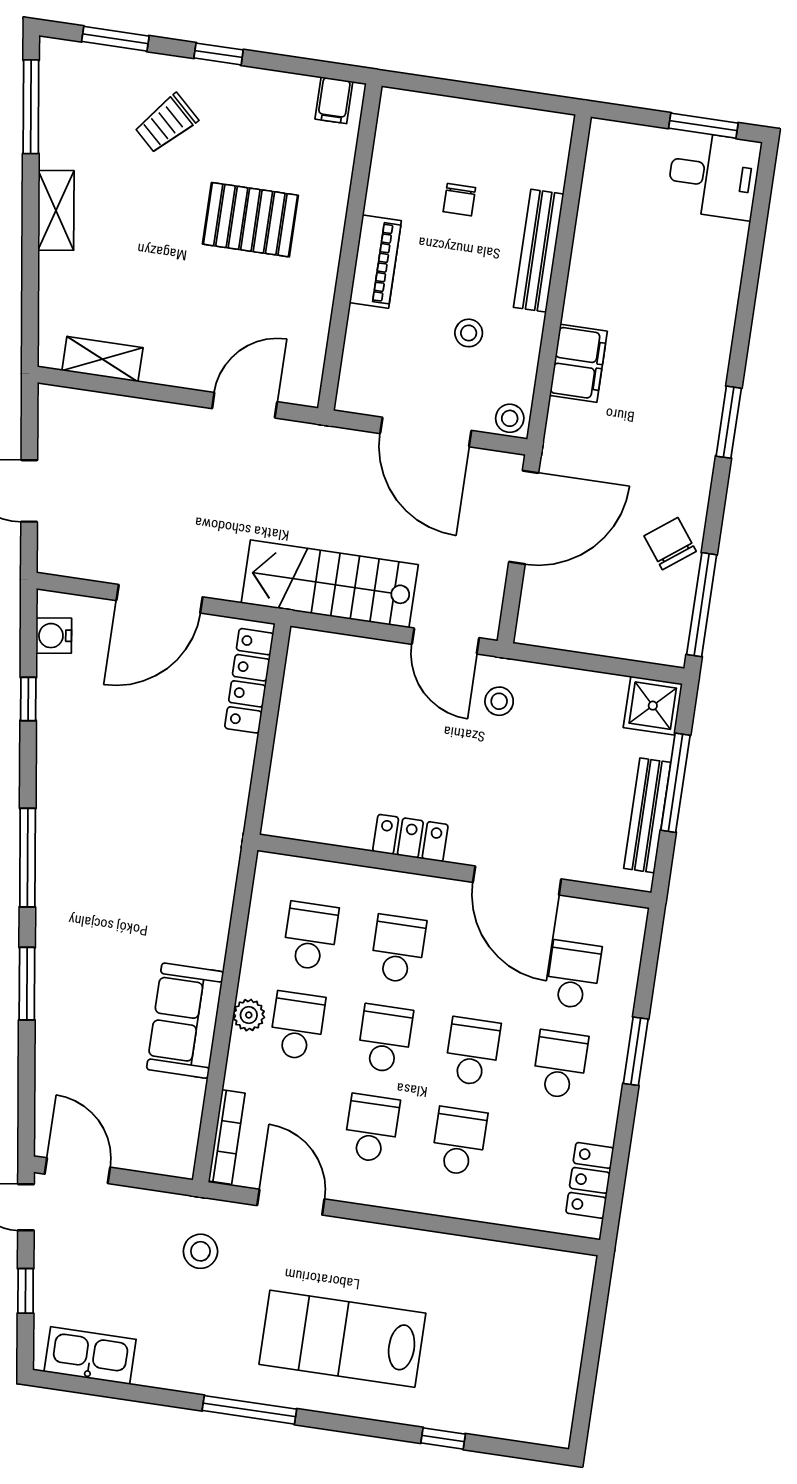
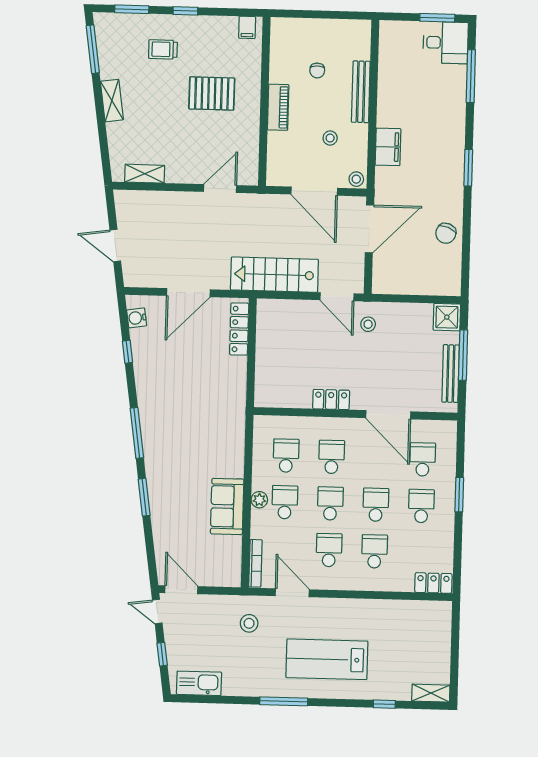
trolley: (166, 123) -> (163, 49), turned 47
chair: (670, 544) -> (446, 233), turned -121
window: (702, 605) -> (471, 76), moved
locker: (590, 1180) -> (433, 583), moved, turned 90
shelving: (535, 1428) -> (431, 693), added

